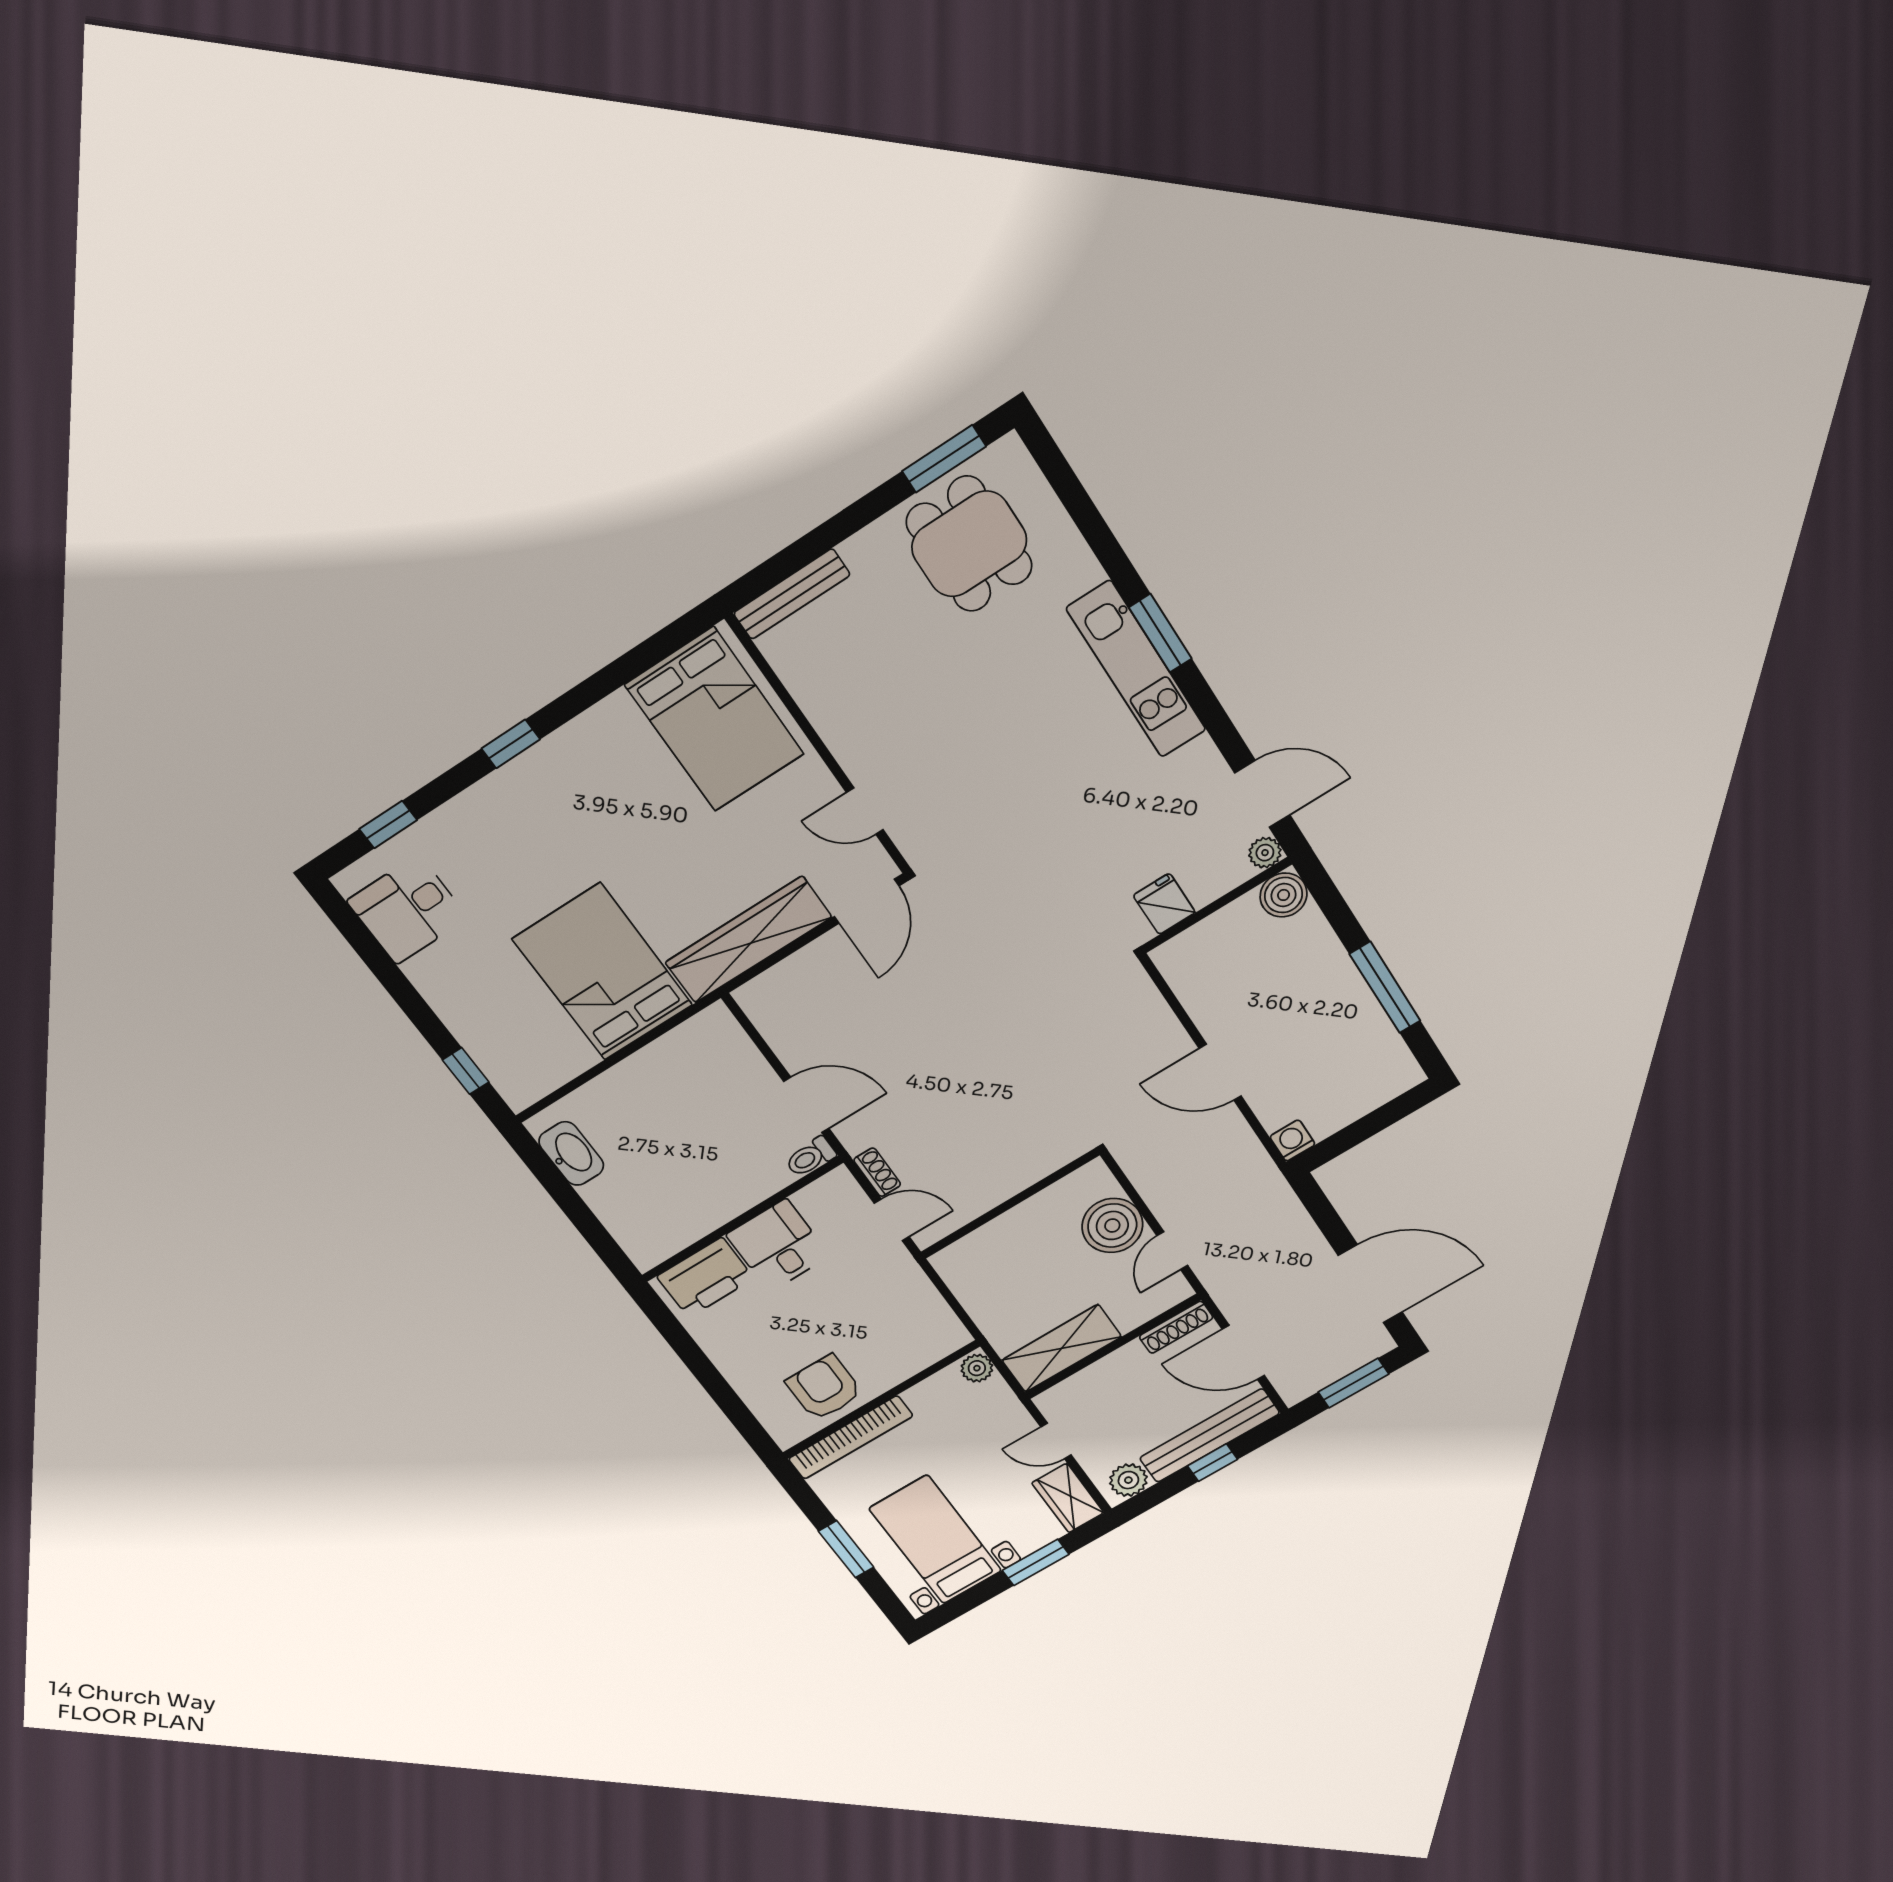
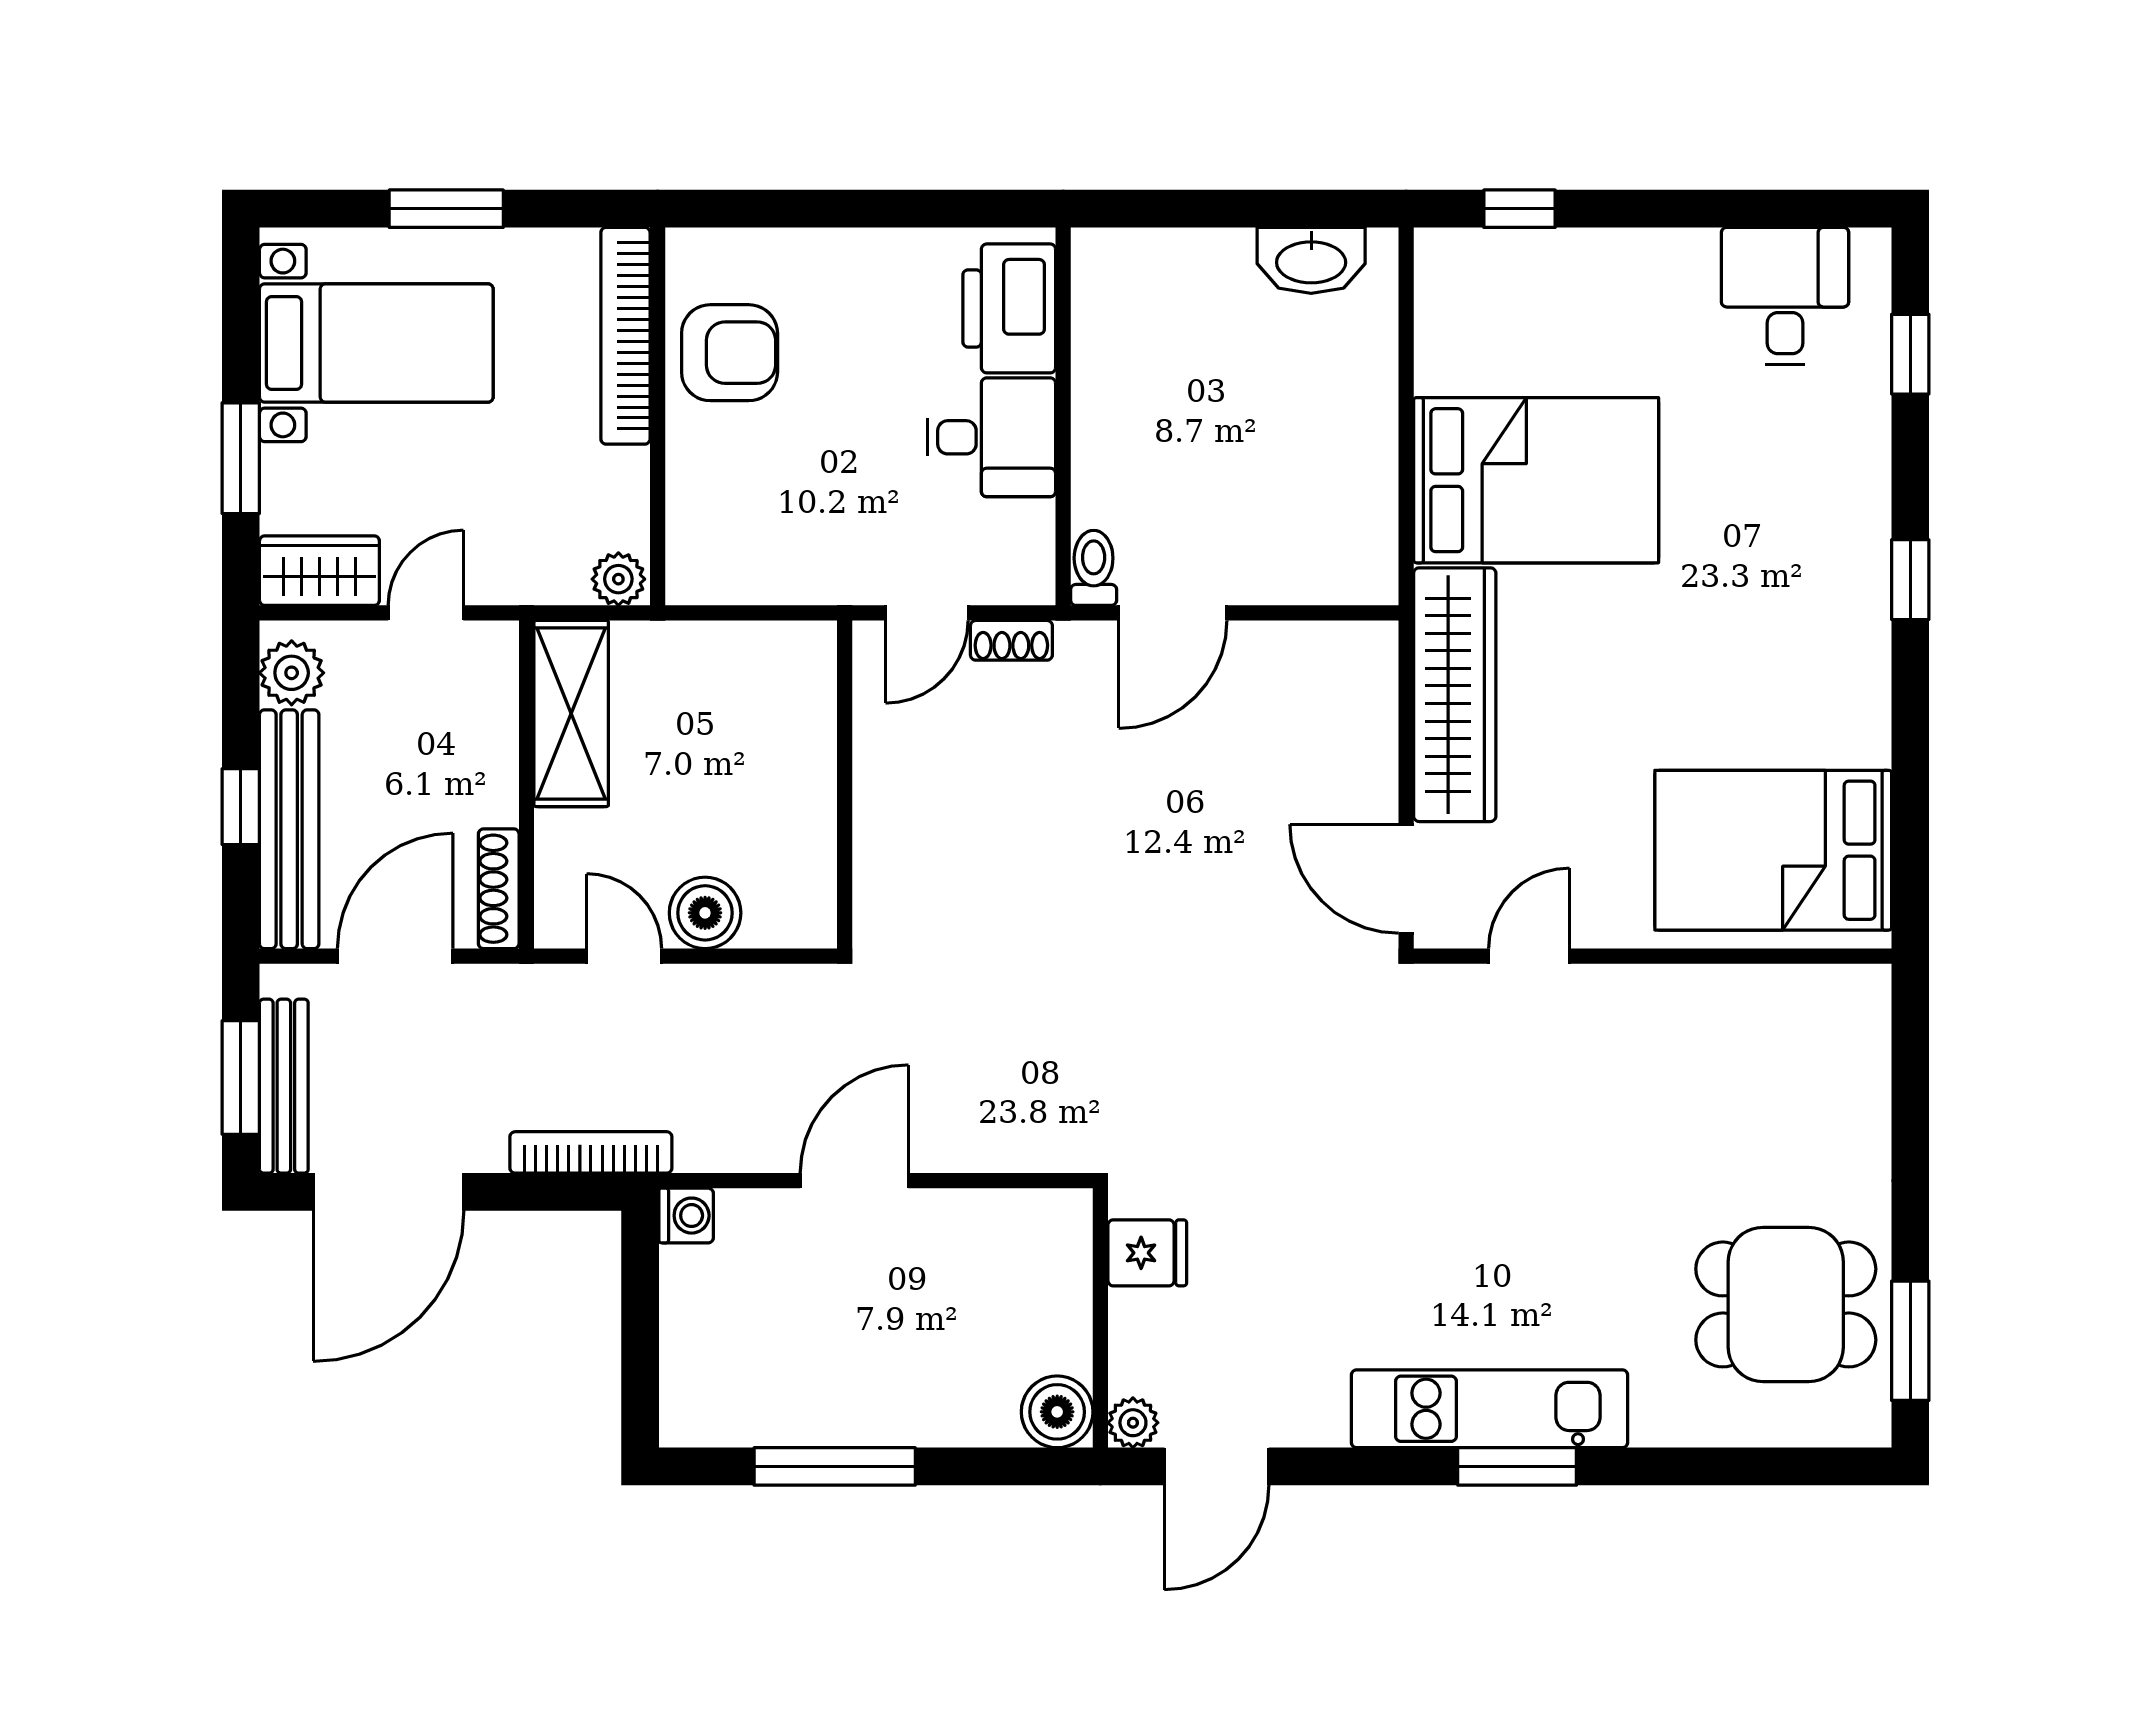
bench: (792, 594) -> (284, 1086), moved
bookcase: (1288, 1205) -> (591, 1152), added
boiler: (1112, 1225) -> (705, 913), width x0.73, depth x0.73

